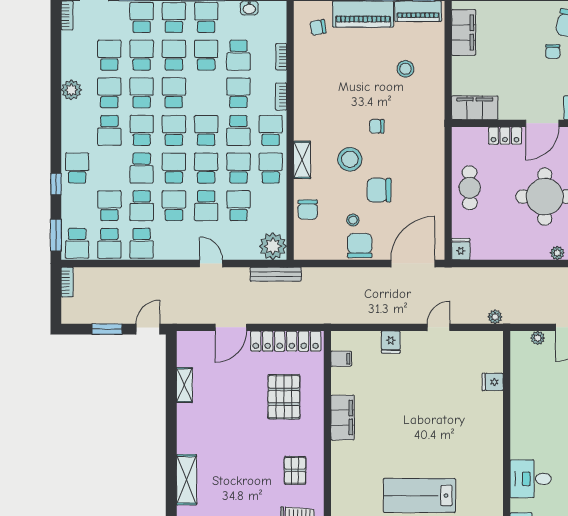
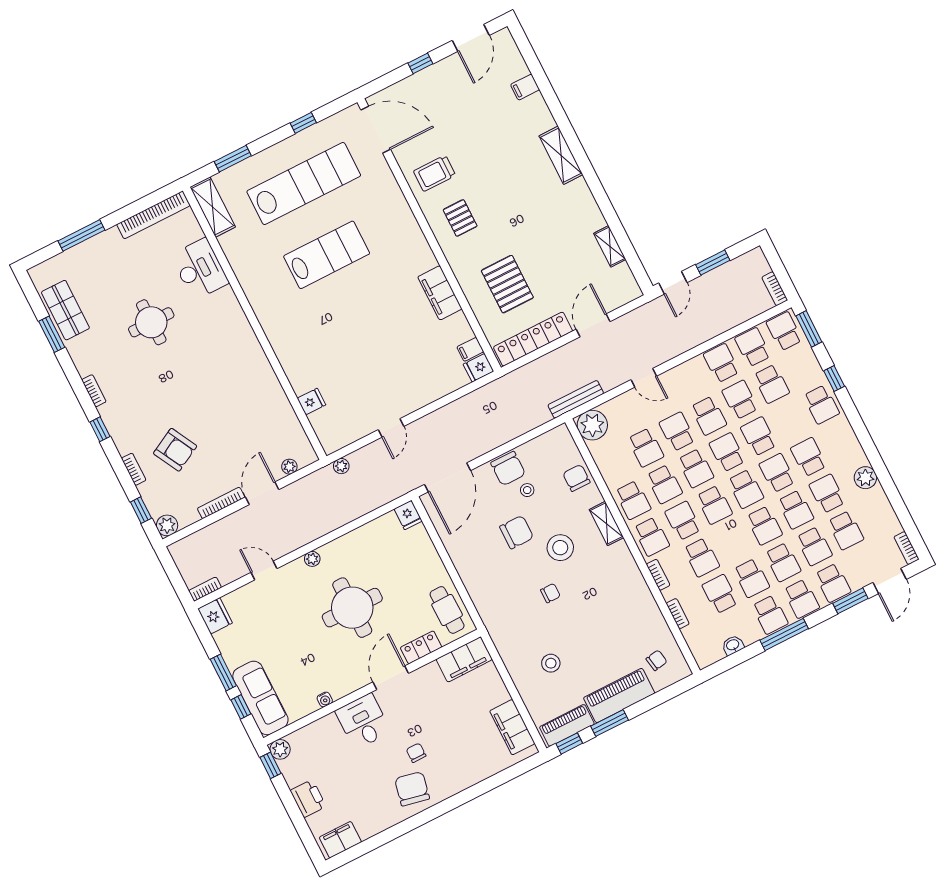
school desk: (109, 93) -> (827, 494), turned 180
school desk: (142, 130) -> (777, 473), turned 180
school desk: (174, 168) -> (727, 452), turned 180
cafe table: (470, 188) -> (447, 610), moved
fridge: (391, 342) -> (478, 368), moved, turned -90
desk: (531, 479) -> (227, 326), removed

